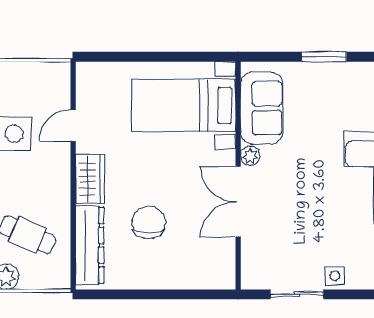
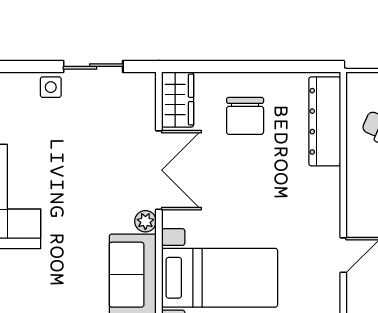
wardrobe: (90, 179) -> (178, 99), moved, turned 180
chair: (149, 222) -> (245, 116), moved

